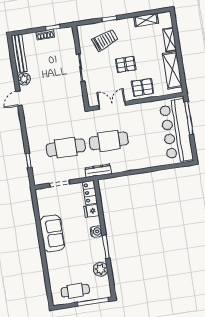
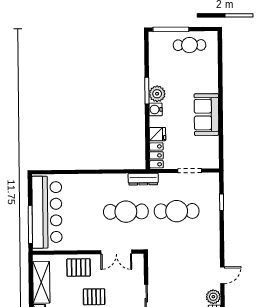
plant: (101, 269) -> (157, 94), moved

